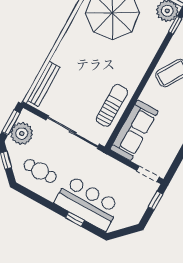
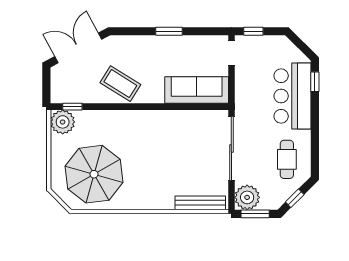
sun lounger: (112, 105) -> (184, 125), removed
plant: (22, 133) -> (247, 197), moved
window: (75, 219) -> (315, 82), moved

